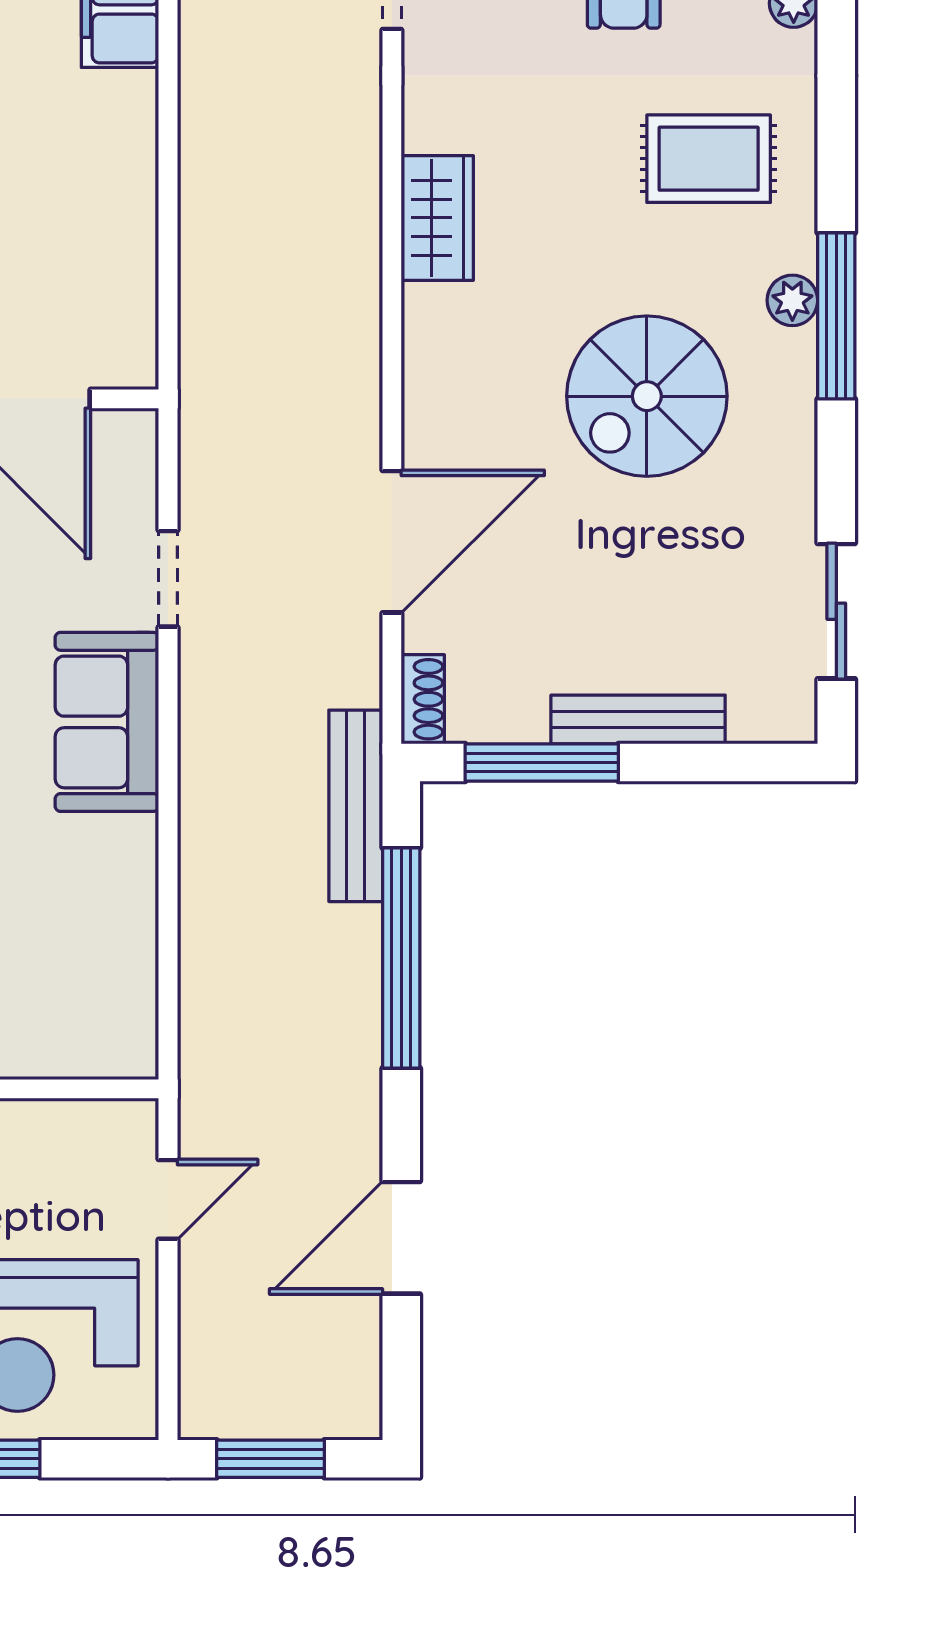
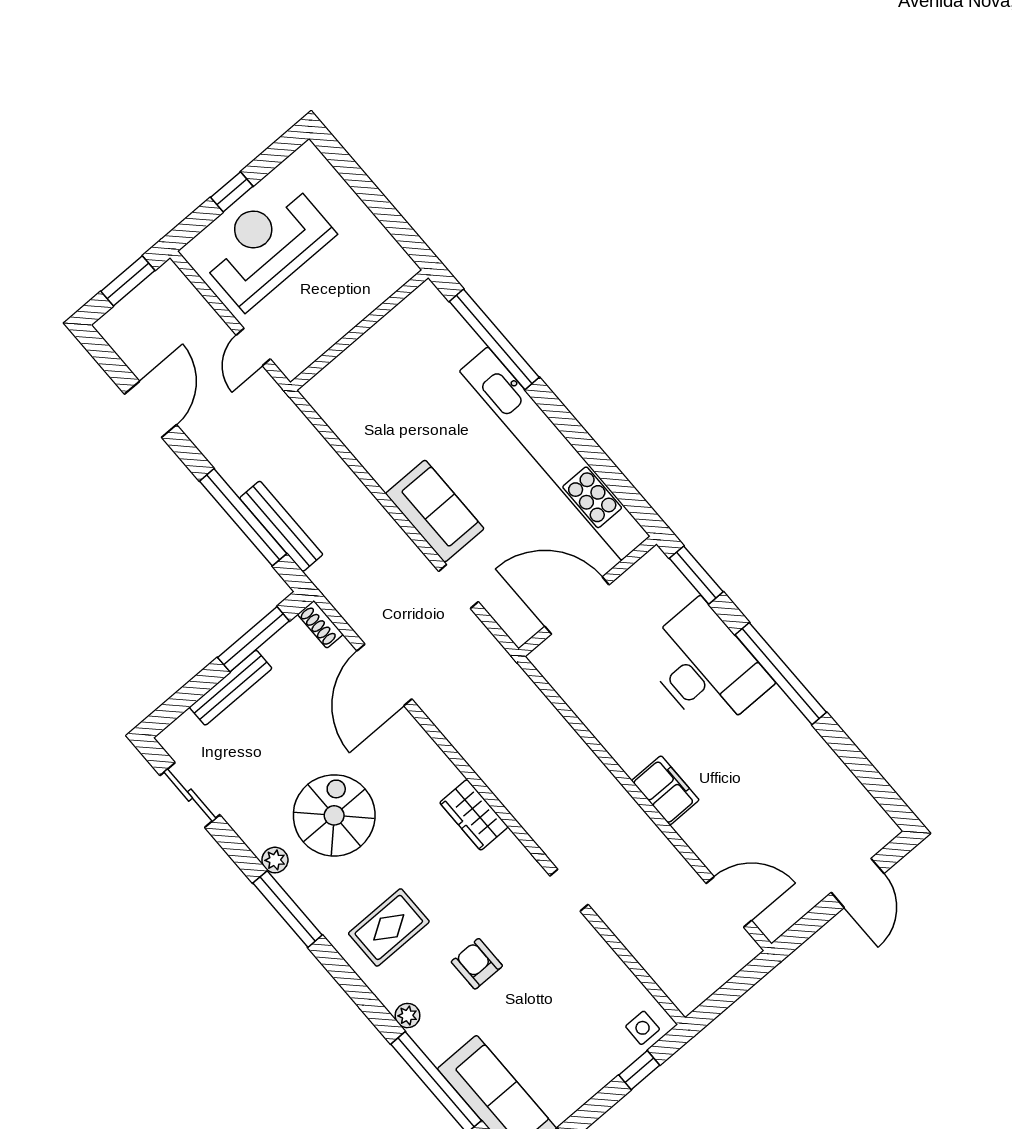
plant: (792, 300) -> (275, 860), moved
bench: (356, 806) -> (281, 526), moved

